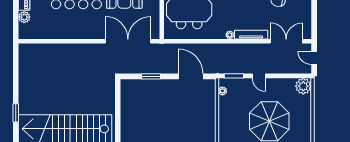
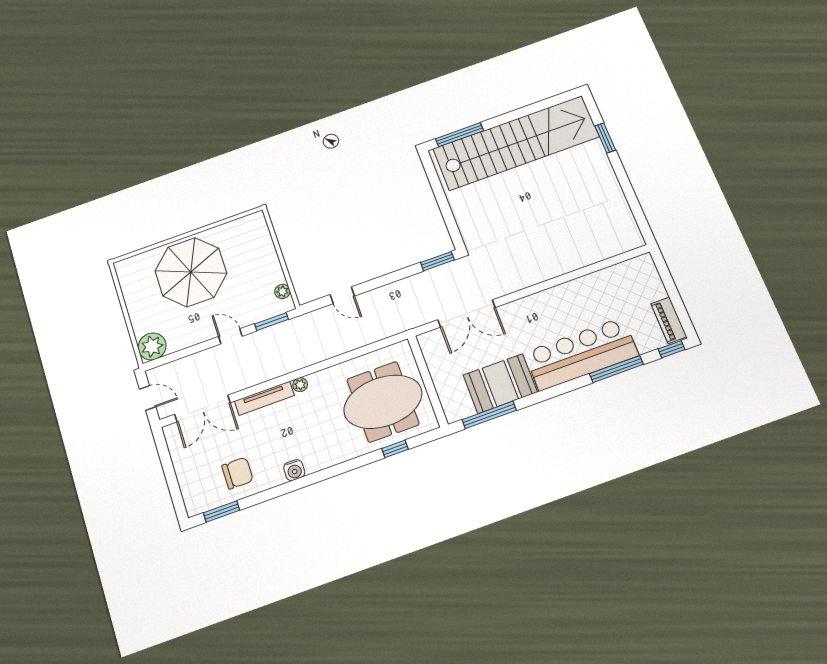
plant: (24, 17) -> (655, 290), removed
double door: (128, 41) -> (466, 314), width x0.73
window: (151, 76) -> (437, 261), moved
door: (191, 76) -> (342, 295), width x0.53

